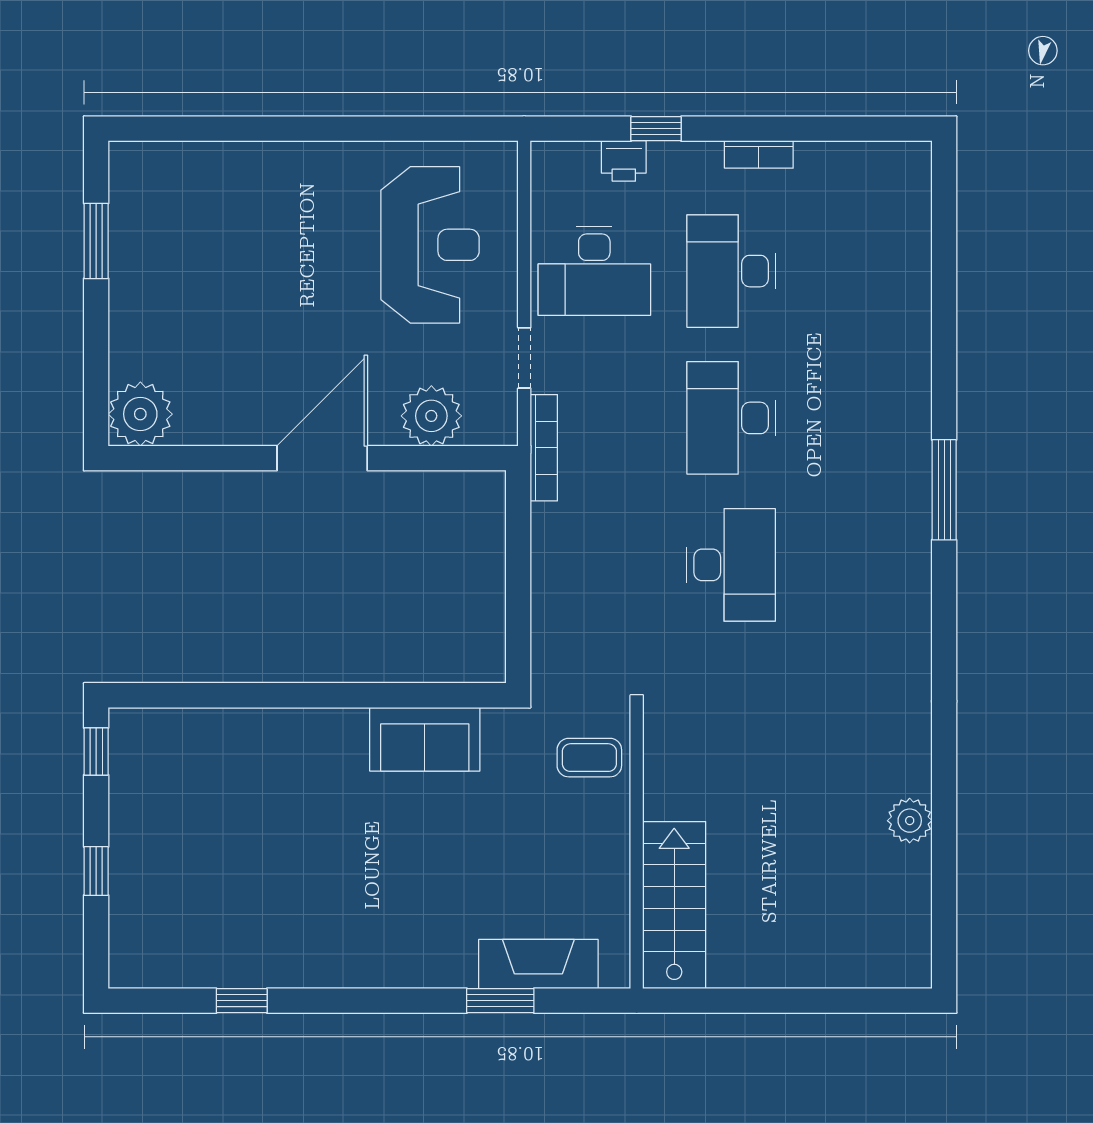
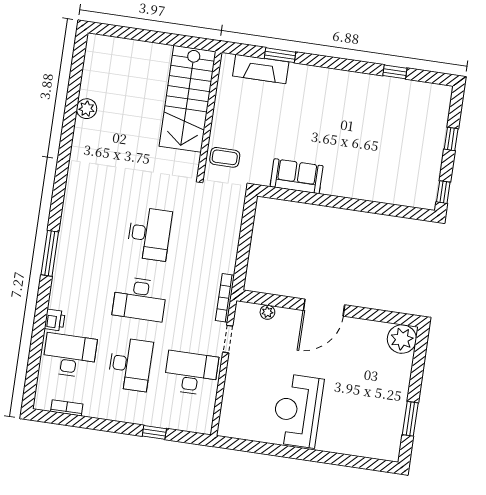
bookcase: (759, 154) -> (67, 408), moved
printer: (624, 161) -> (55, 320), moved, turned 90
reception desk: (430, 245) -> (298, 411), moved
desk: (868, 271) -> (69, 355), added
plant: (431, 416) -> (267, 312), width x0.53, depth x0.53
desk: (731, 418) -> (140, 299), turned 90
desk: (731, 565) -> (149, 234), turned 180
stairs: (674, 905) -> (188, 99), width x1.36, depth x1.51

